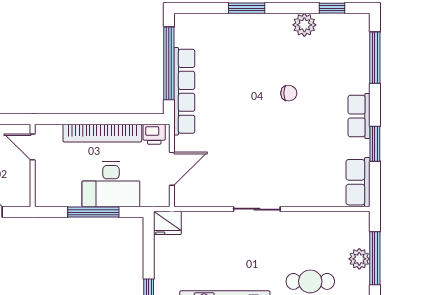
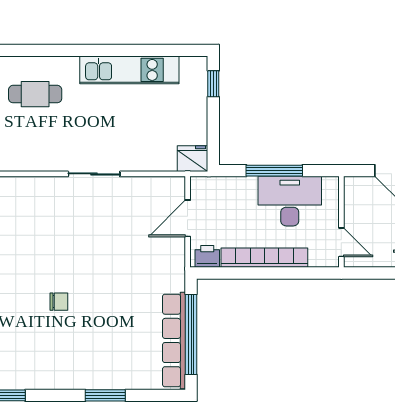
plant: (304, 25) -> (42, 377), removed
row of seats: (184, 91) -> (174, 340), moved
chair: (289, 93) -> (59, 302), turned 180
desk: (111, 184) -> (290, 201), moved

